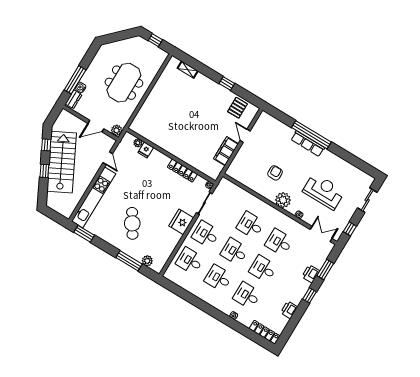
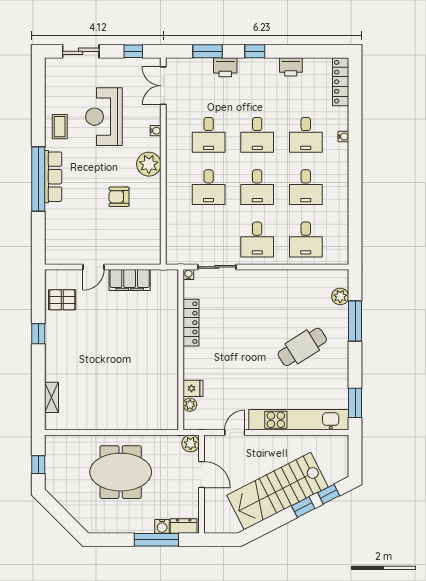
window: (46, 145) -> (329, 494), moved
coffee table: (333, 164) -> (60, 127), added
fridge: (181, 222) -> (260, 283), removed

